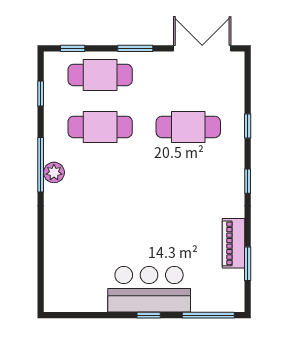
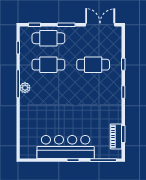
piano: (234, 243) -> (116, 136), moved
bar counter: (149, 289) -> (66, 147), width x1.36

